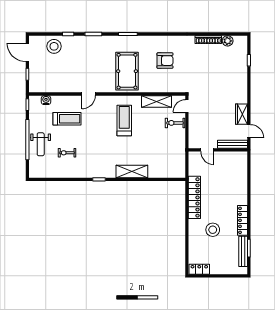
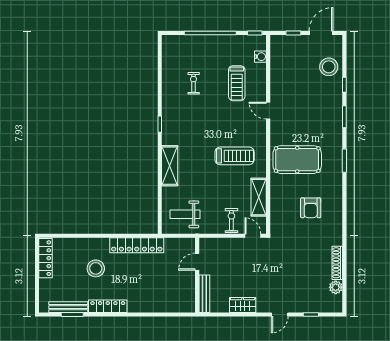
door: (249, 131) -> (280, 314), moved
weight bench: (41, 144) -> (185, 214), moved
locker: (199, 269) -> (45, 258), width x1.53

